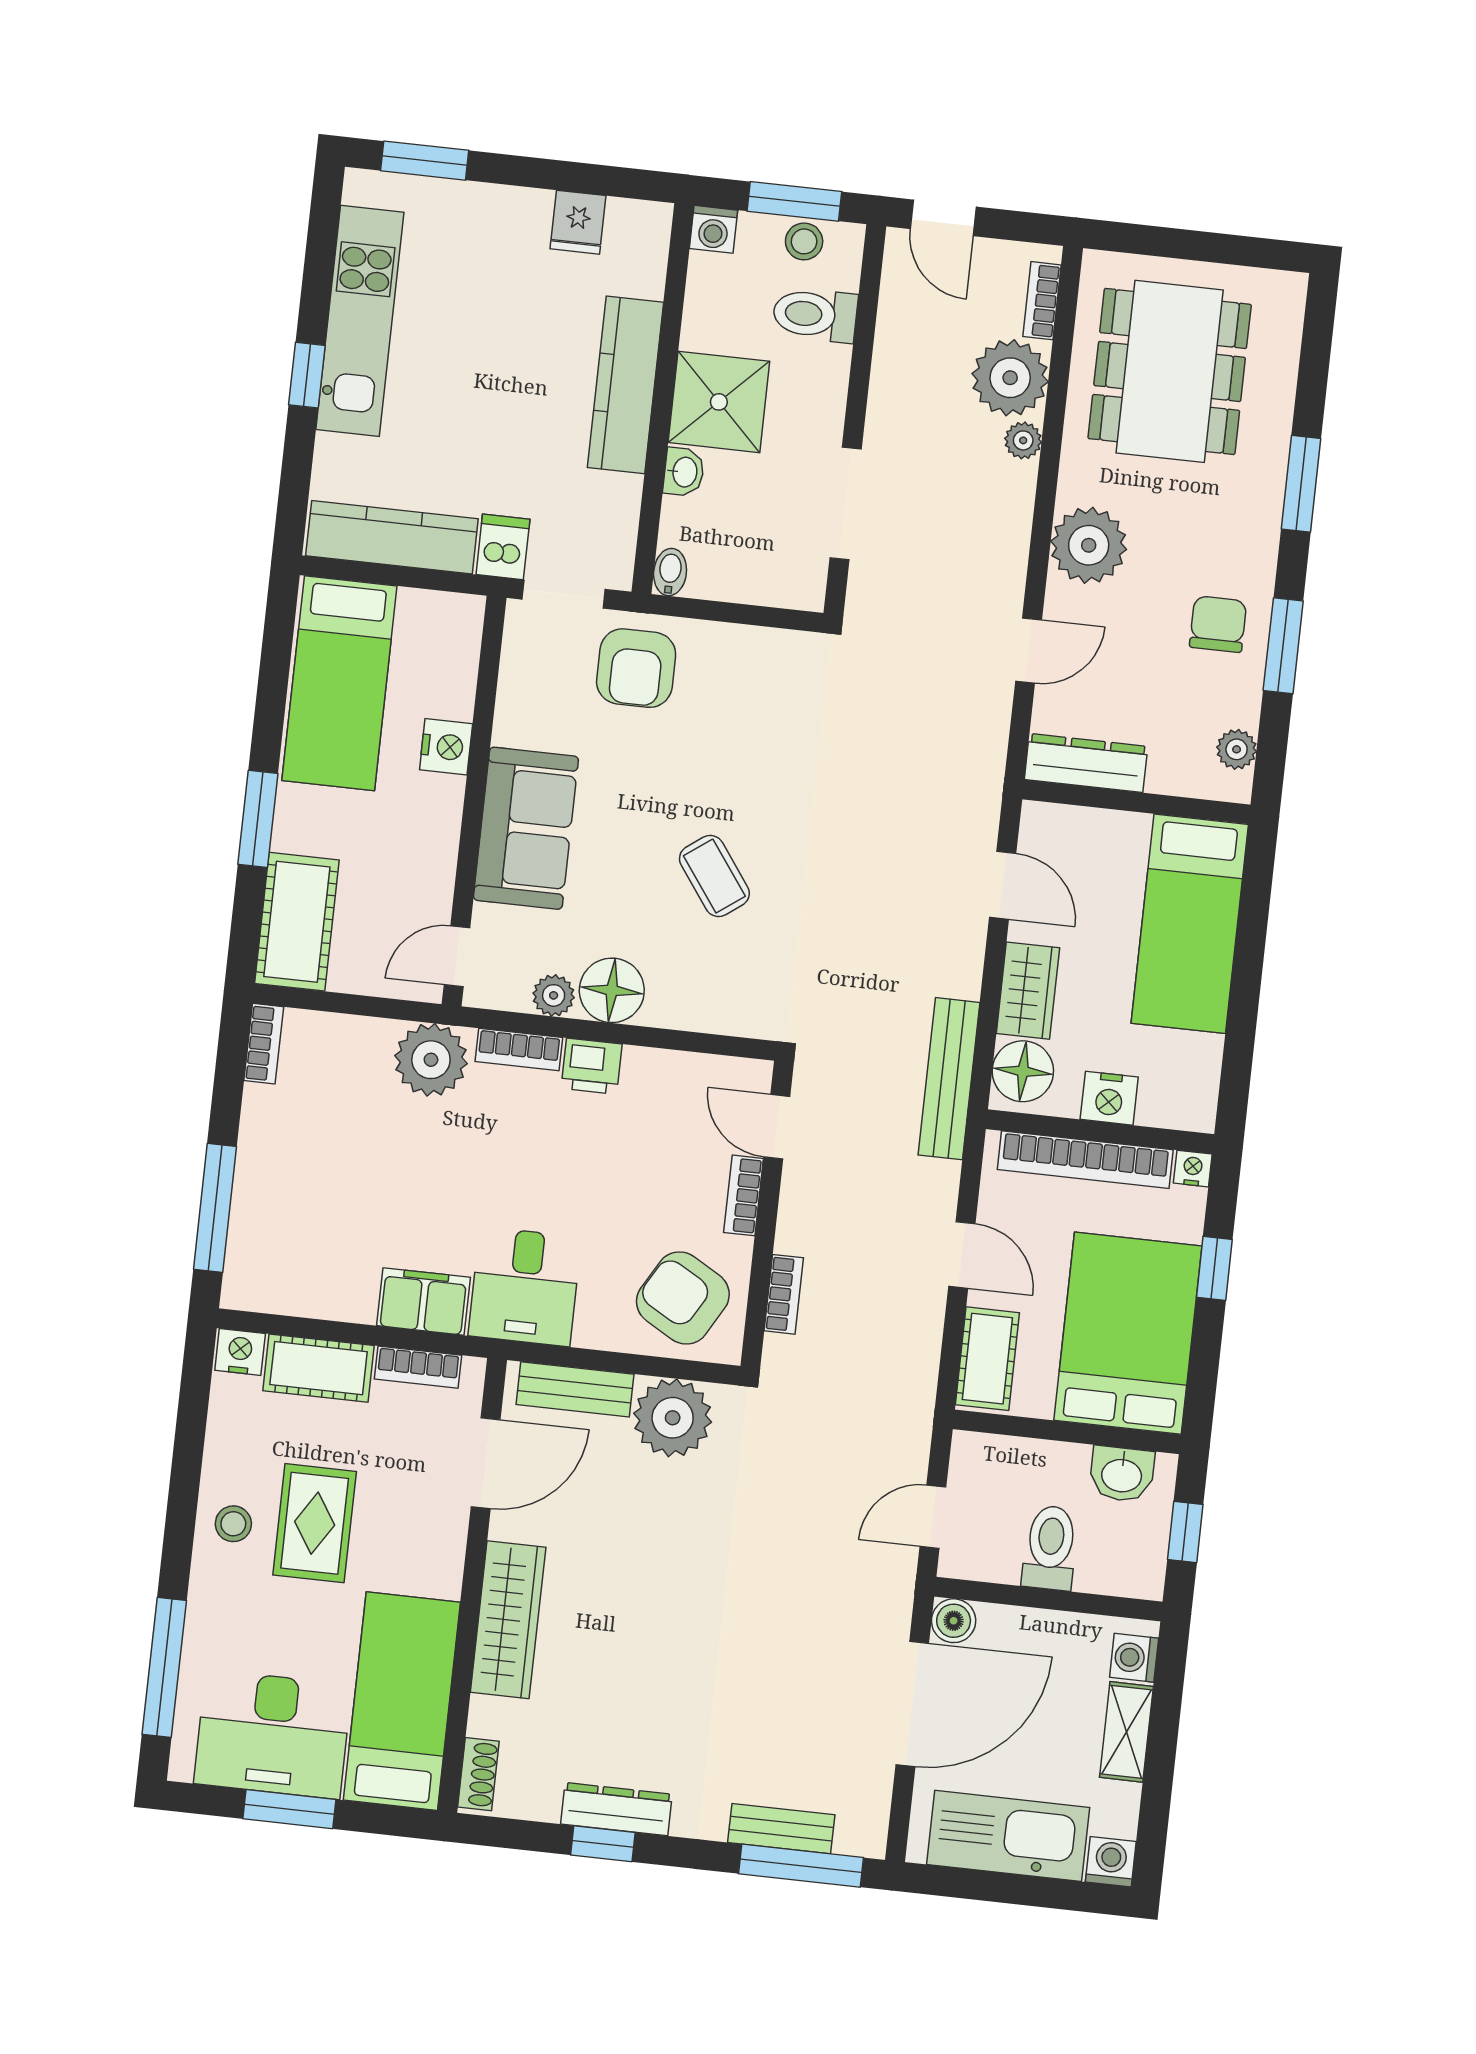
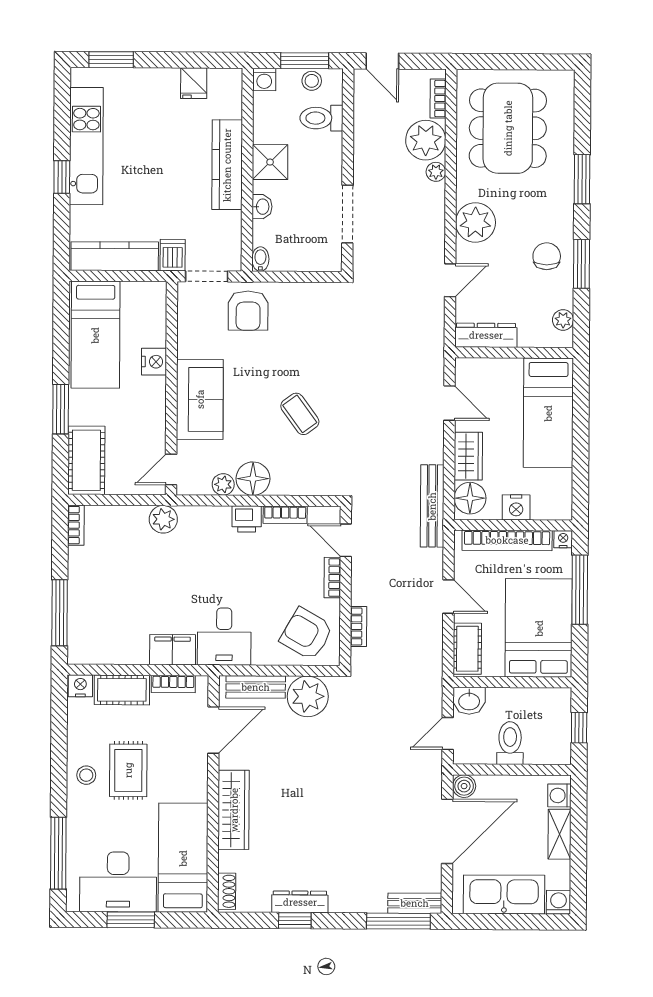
shower: (719, 402) -> (270, 162), width x0.73, depth x0.73
bookcase: (519, 1050) -> (285, 515), moved
plant: (431, 1060) -> (163, 519), width x0.73, depth x0.73
window: (1214, 1268) -> (580, 590), width x2.17
washbasin: (1122, 1474) -> (469, 701), moved
bench: (781, 1829) -> (415, 903), moved

